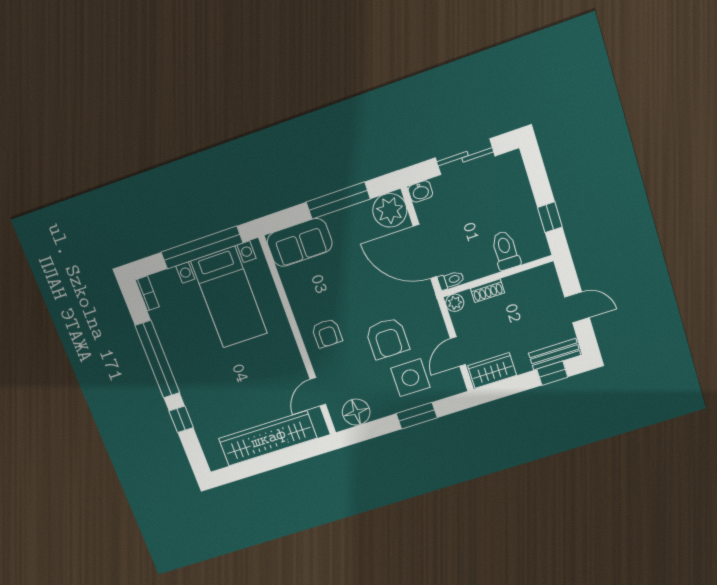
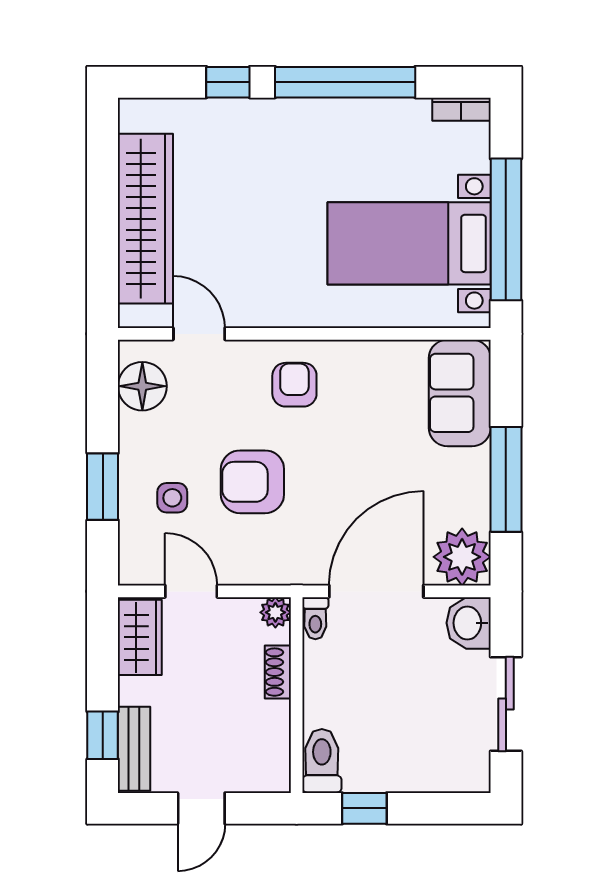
washbasin: (420, 191) -> (469, 623), width x1.38, depth x1.45
toilet: (505, 250) -> (322, 761), moved, turned -90
armchair: (327, 333) -> (294, 385), turned 90
side table: (410, 378) -> (172, 498), width x0.54, depth x0.54

